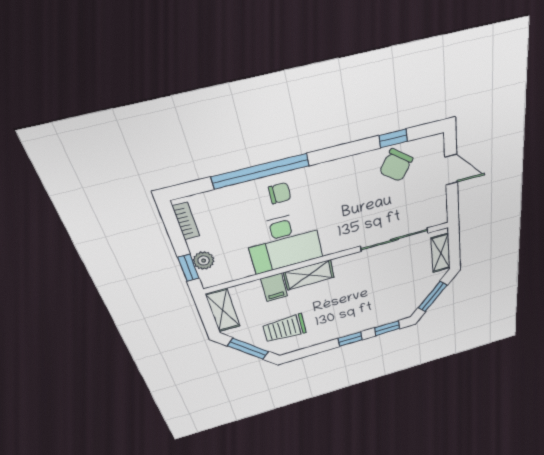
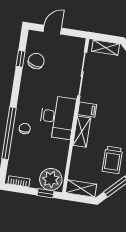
chair: (396, 165) -> (36, 61), turned -112
desk: (284, 243) -> (57, 117), moved
plant: (204, 261) -> (51, 179), width x1.88, depth x1.88
filing cabinet: (274, 287) -> (87, 110), moved

